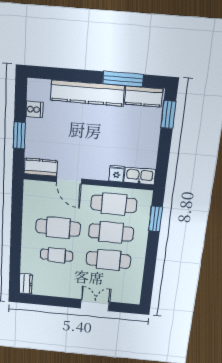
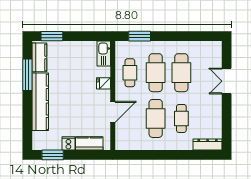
cooker: (34, 109) -> (68, 143), moved
window: (19, 135) -> (53, 155), moved
kitchen counter: (41, 167) -> (89, 143), moved, turned 90
fridge: (116, 174) -> (103, 83), moved
cafe table: (114, 204) -> (130, 73), width x0.73, depth x0.74
dresser: (26, 284) -> (208, 145), width x1.44

